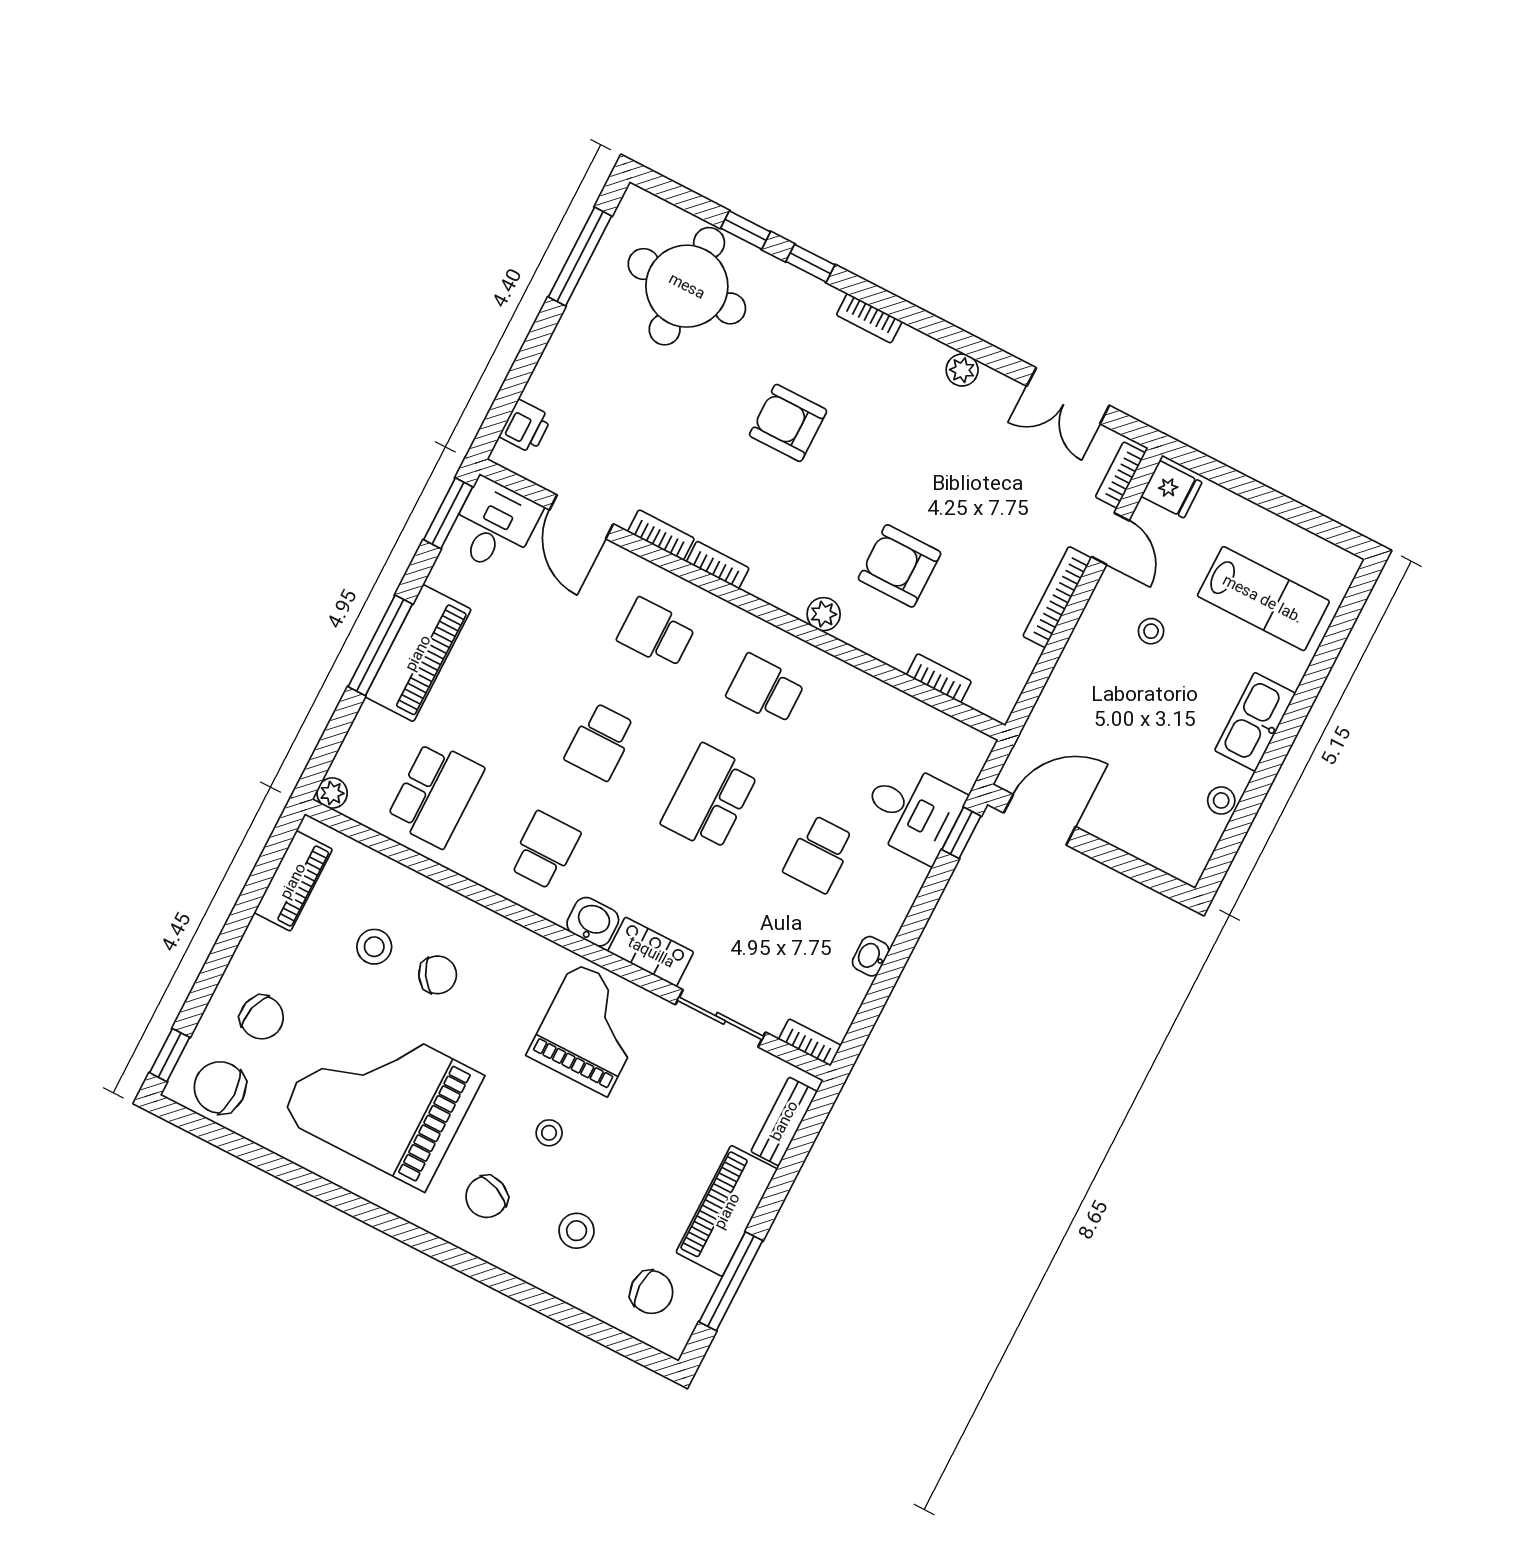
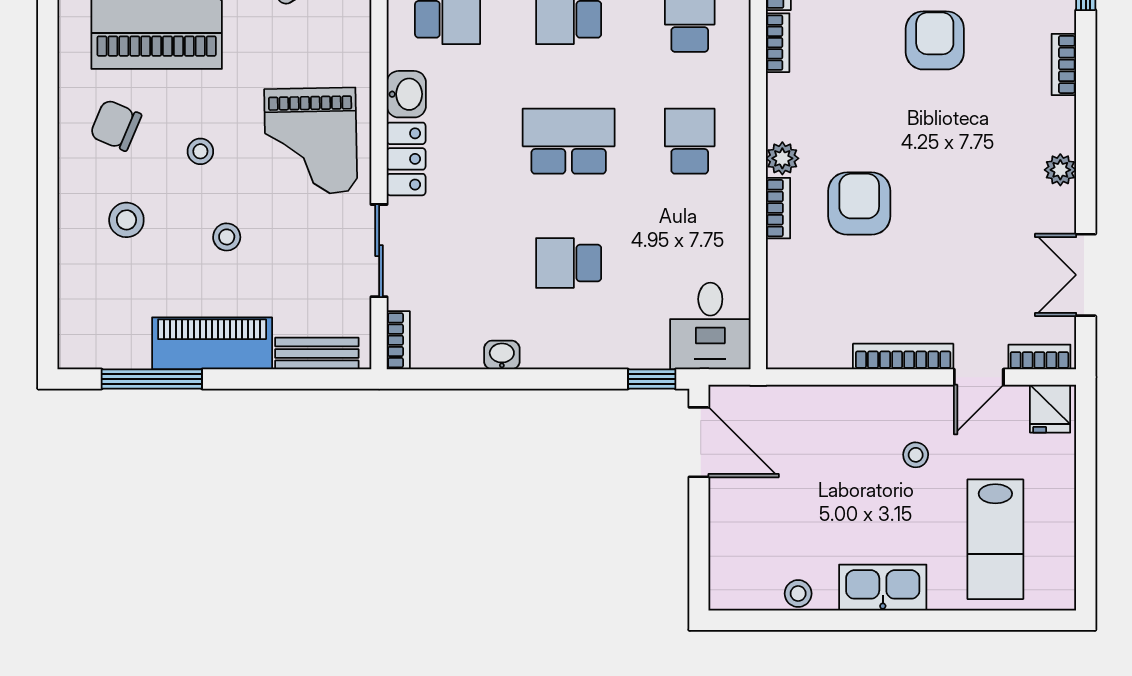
bookcase: (939, 678) -> (778, 208), moved
desk: (912, 812) -> (710, 326), moved
grand piano: (591, 1029) -> (311, 141), turned 89
stool: (638, 1149) -> (227, 237), added
chair: (651, 1292) -> (106, 314), removed

